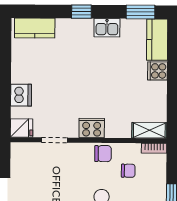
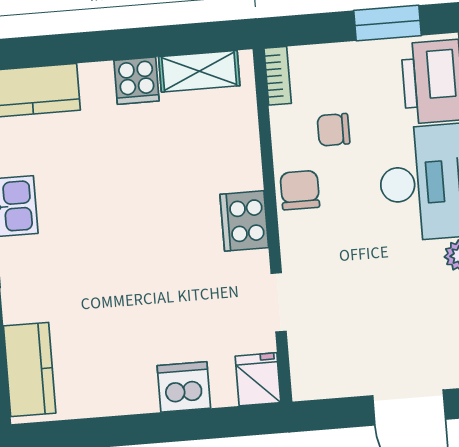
cooker: (157, 71) -> (136, 81), moved
shelving: (149, 130) -> (199, 71), moved, turned 90
chair: (128, 171) -> (334, 130), turned -90

